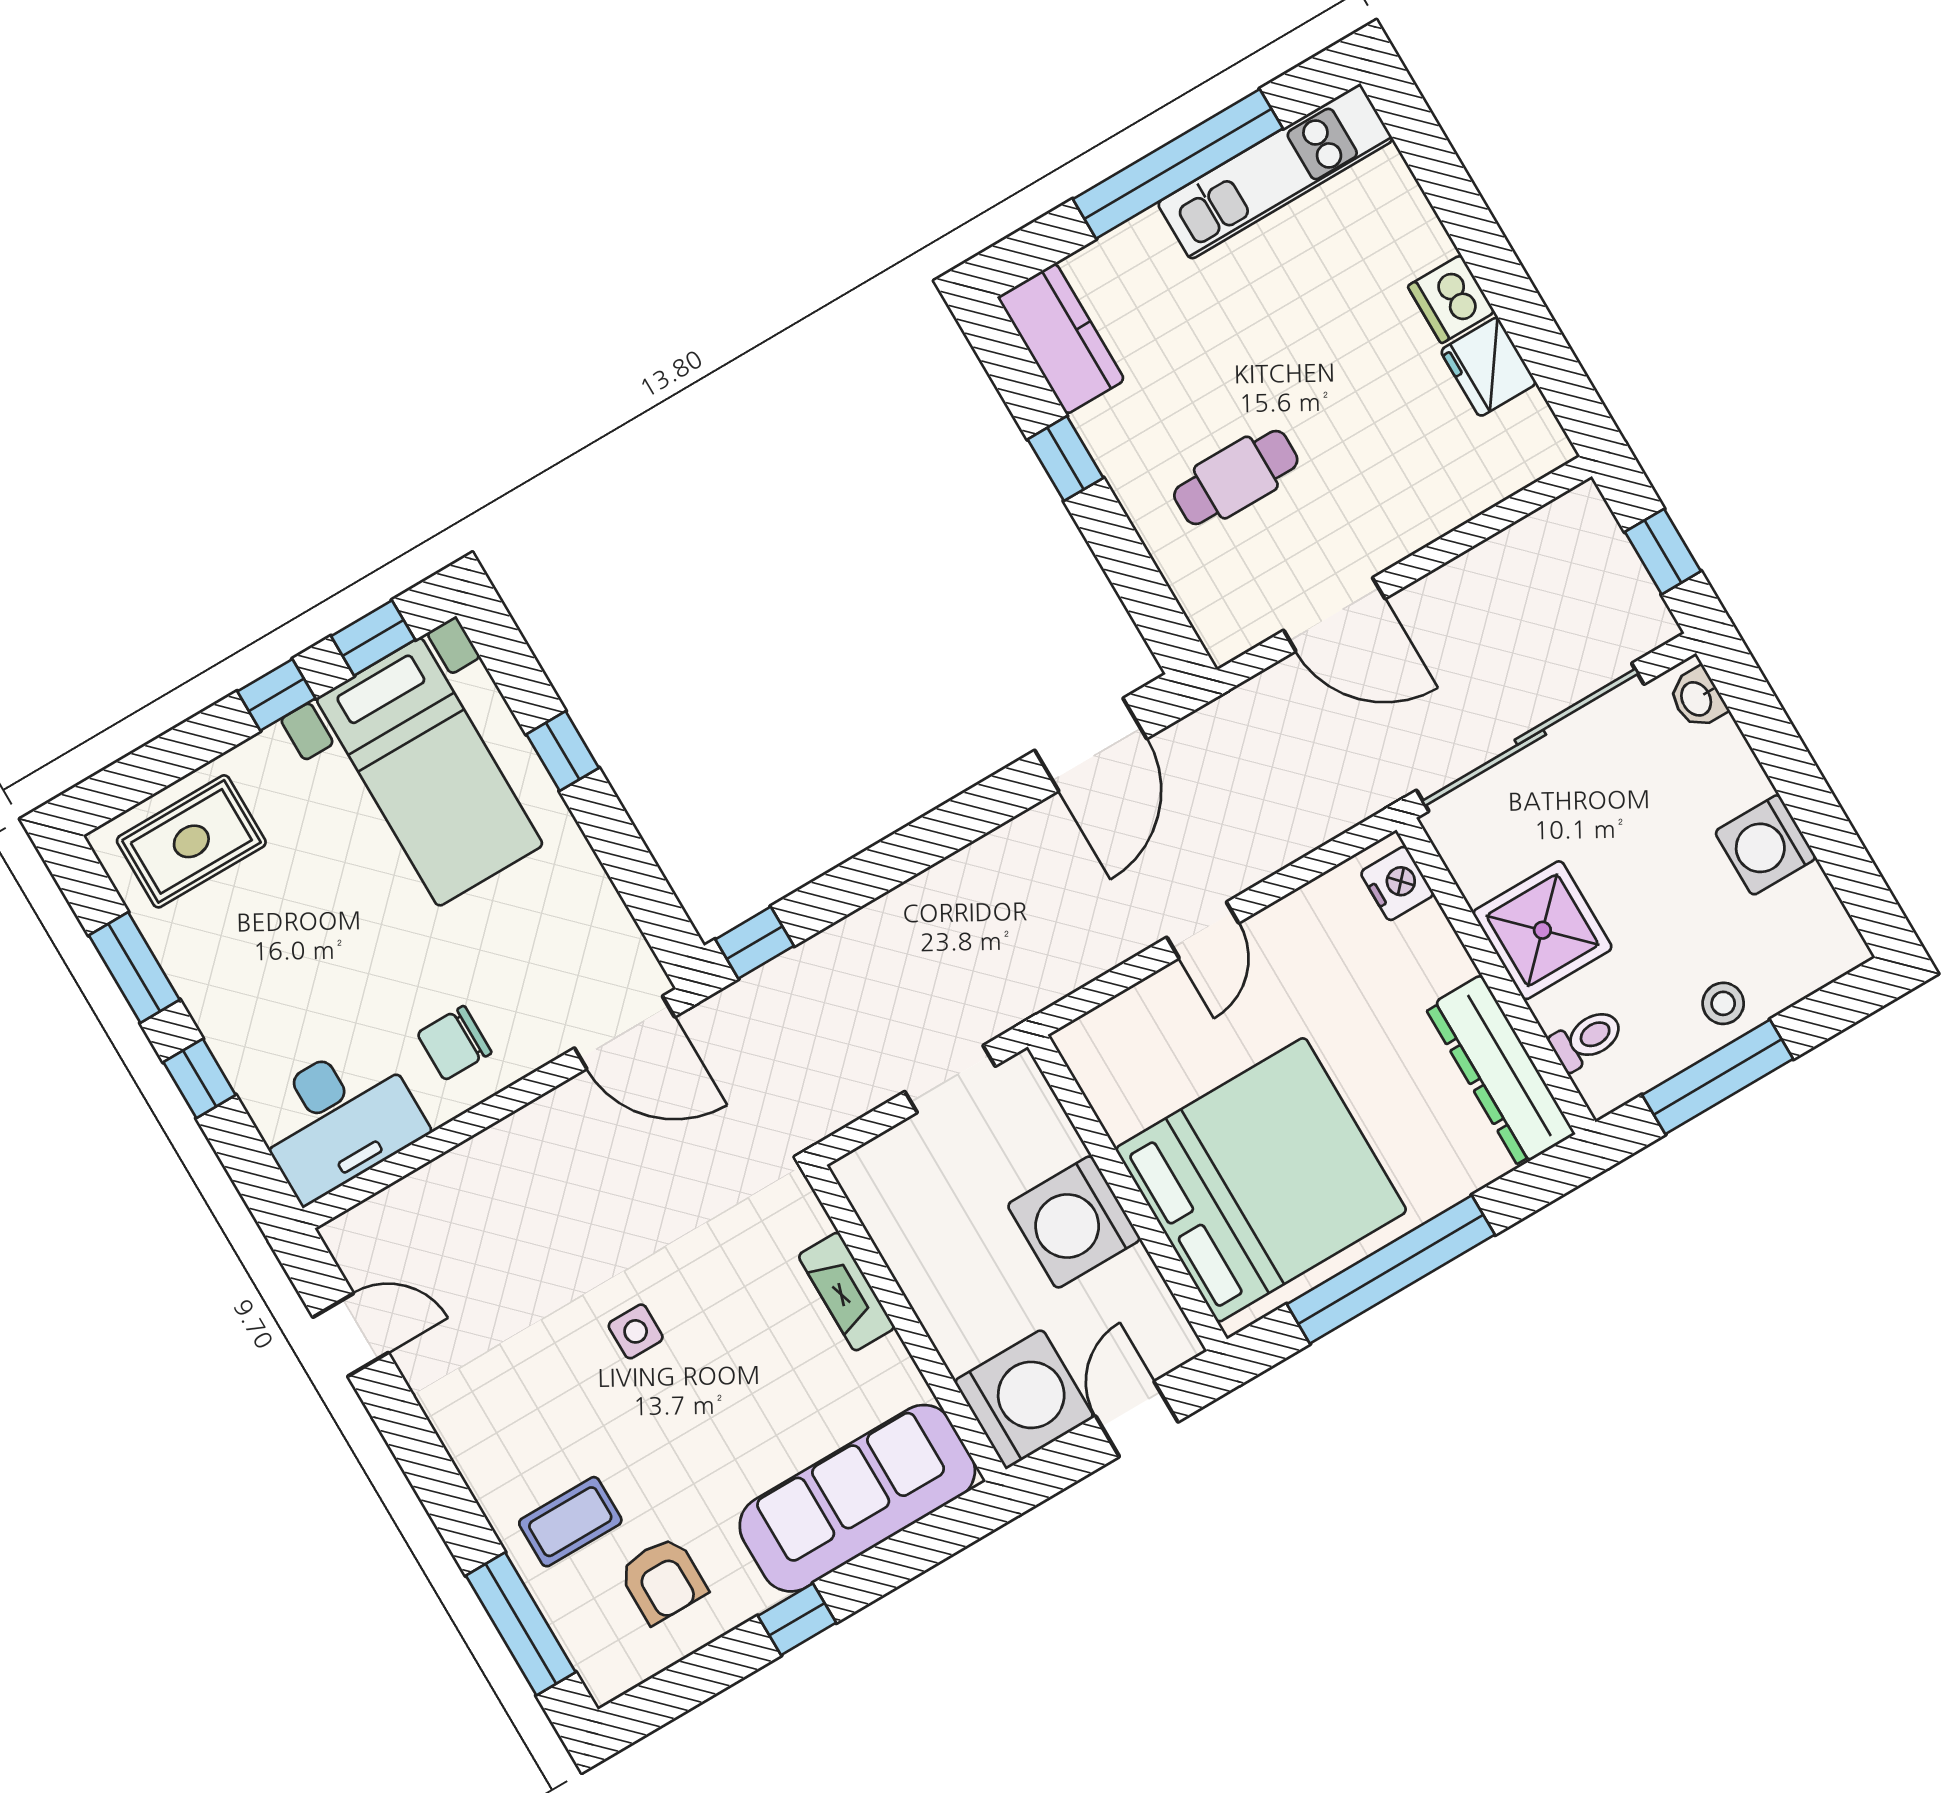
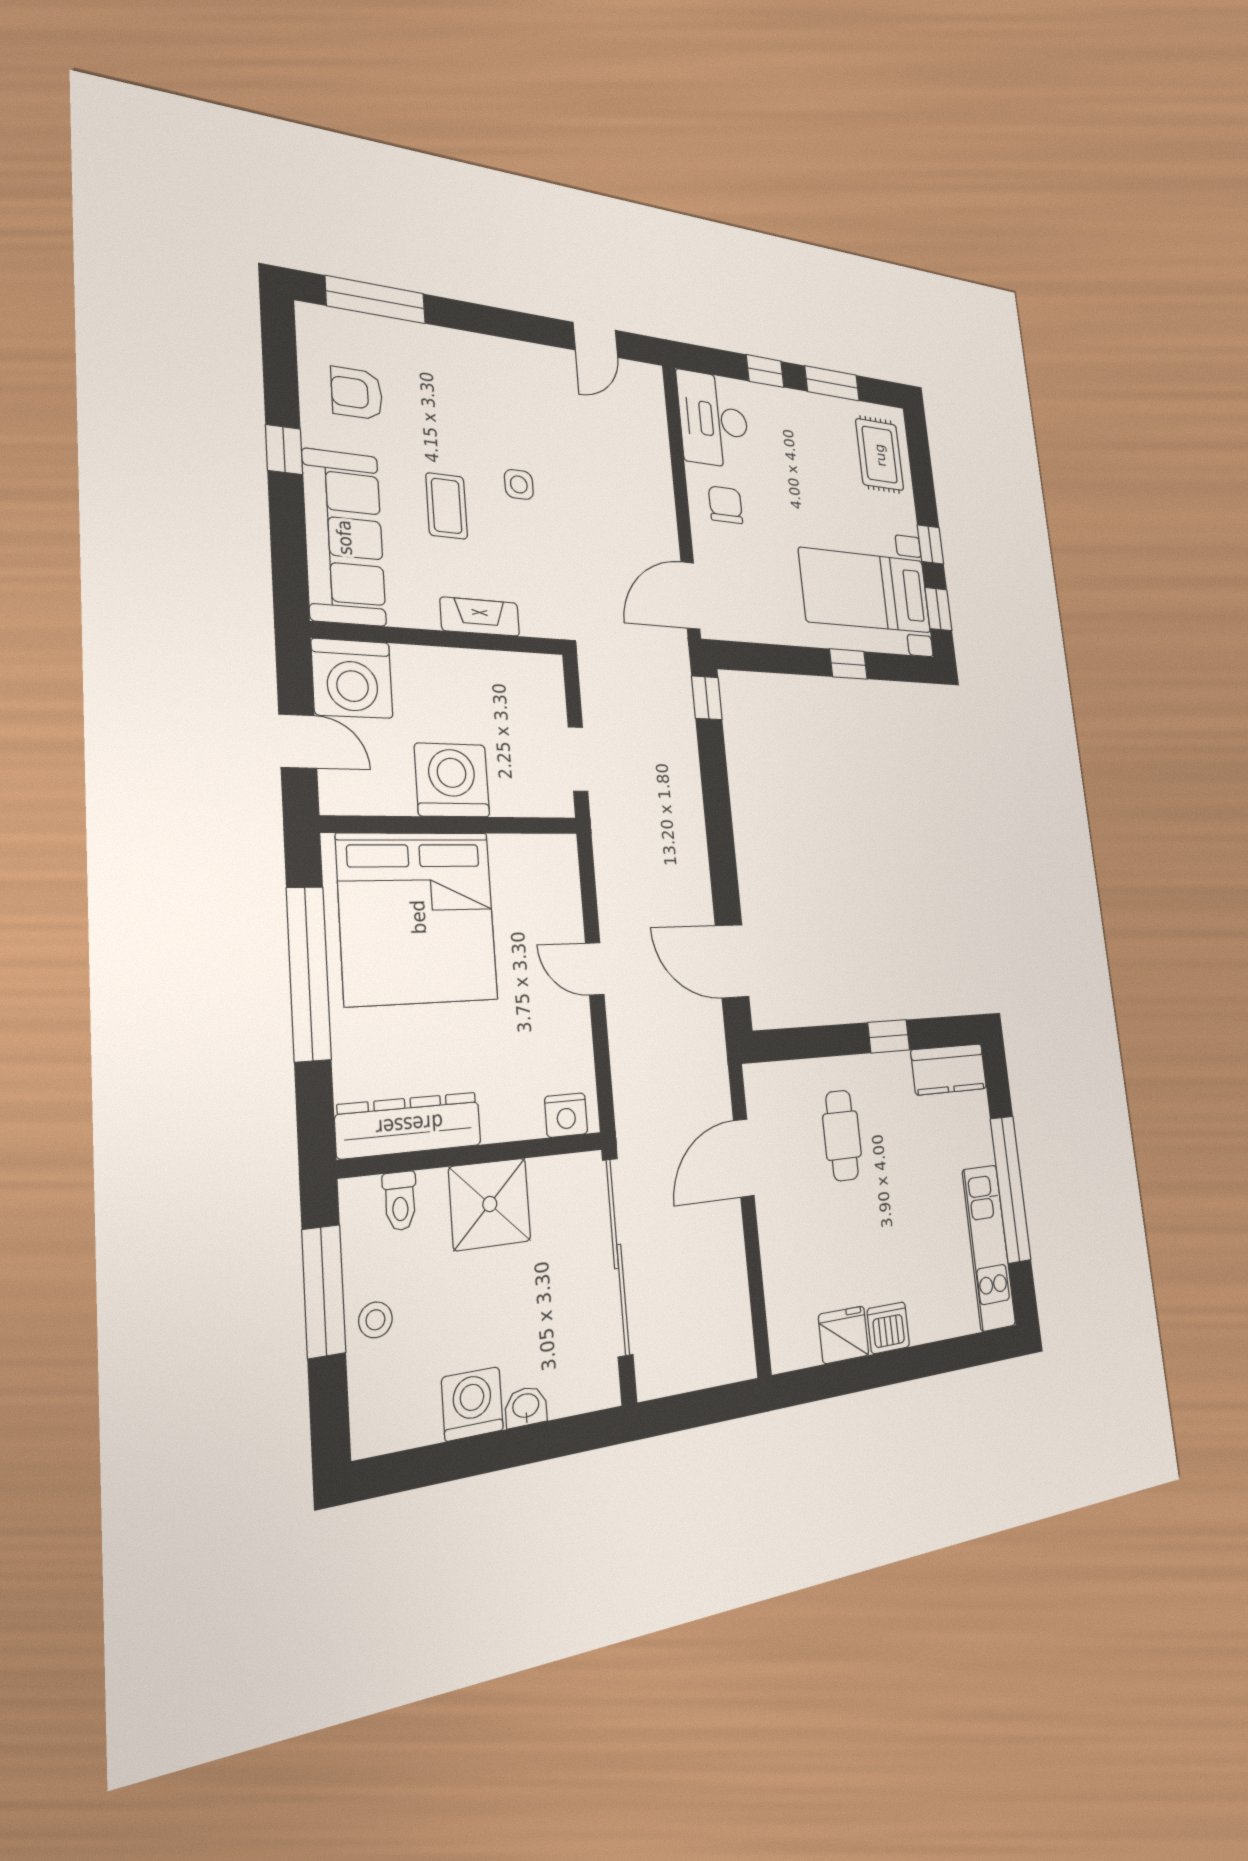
window: (1663, 552) -> (694, 1409), removed
washbasin: (1697, 698) -> (526, 1407), moved
coffee table: (570, 1522) -> (447, 506), moved

